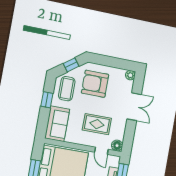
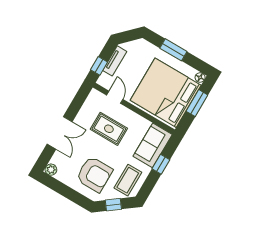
window: (47, 100) -> (161, 164), moved
double door: (134, 107) -> (60, 133), swing flipped
floor lamp: (117, 146) -> (95, 96), removed

